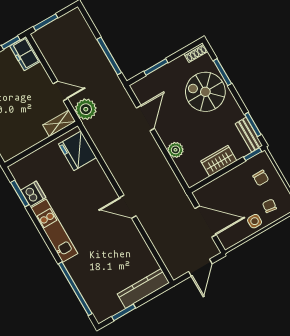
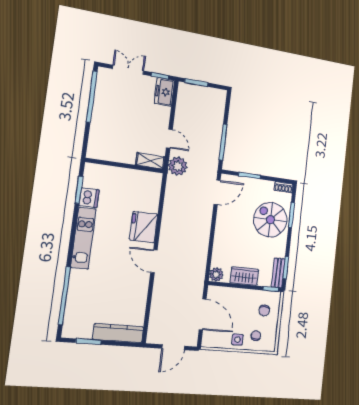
door: (145, 118) -> (217, 192), moved
plant: (175, 150) -> (216, 275), moved
fridge: (77, 151) -> (144, 227), moved

